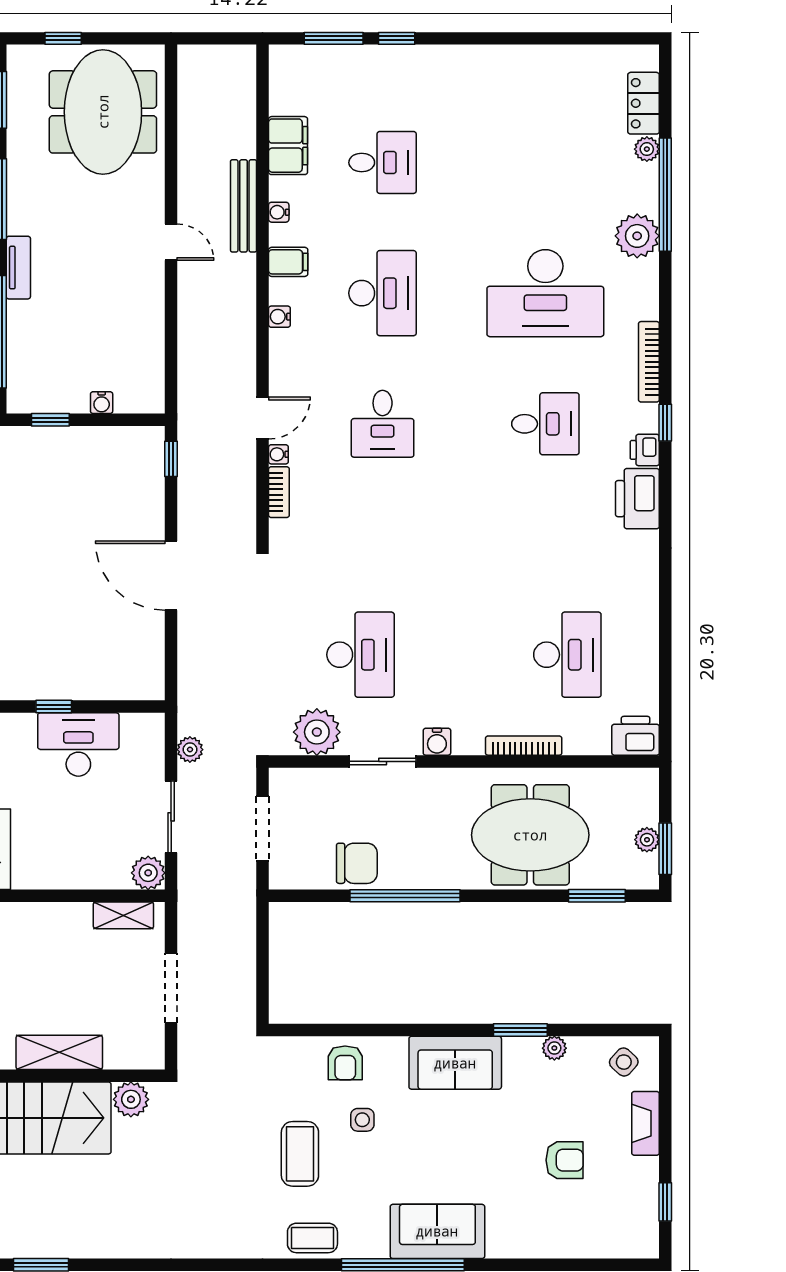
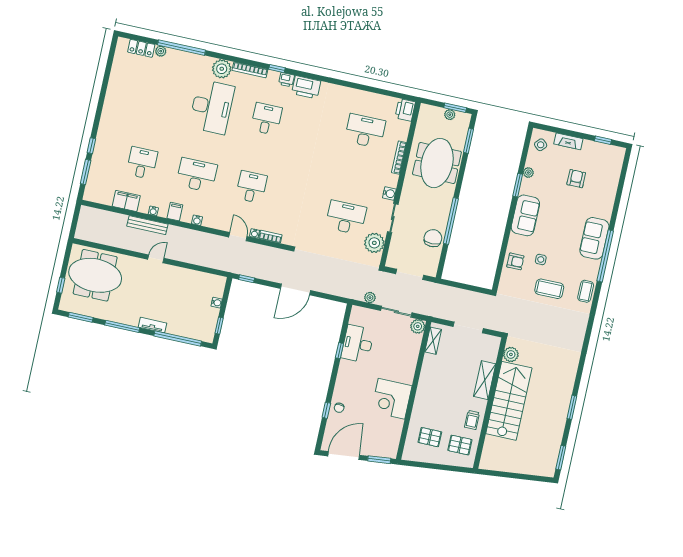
plant: (637, 236) -> (222, 69), moved
desk: (383, 424) -> (251, 187), turned -90

